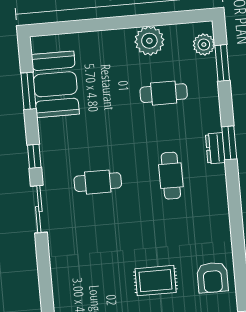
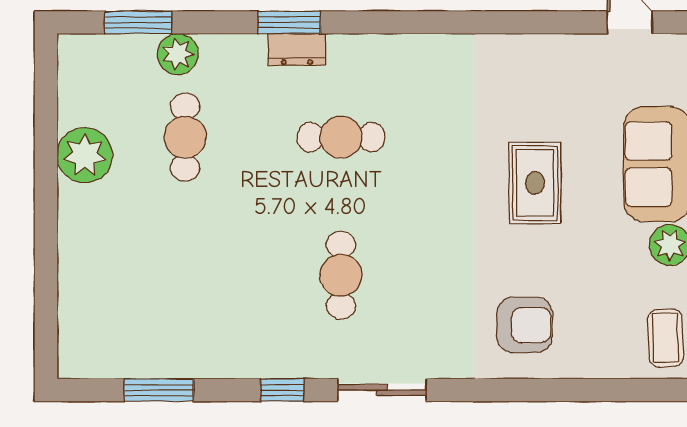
plant: (204, 45) -> (178, 54), moved
booth: (55, 84) -> (151, 339), removed
armchair: (213, 277) -> (525, 325), moved

